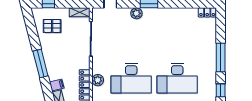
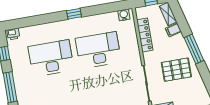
pallet: (52, 26) -> (176, 70), moved, width x1.50, depth x1.42
plant: (98, 80) -> (132, 42), removed

